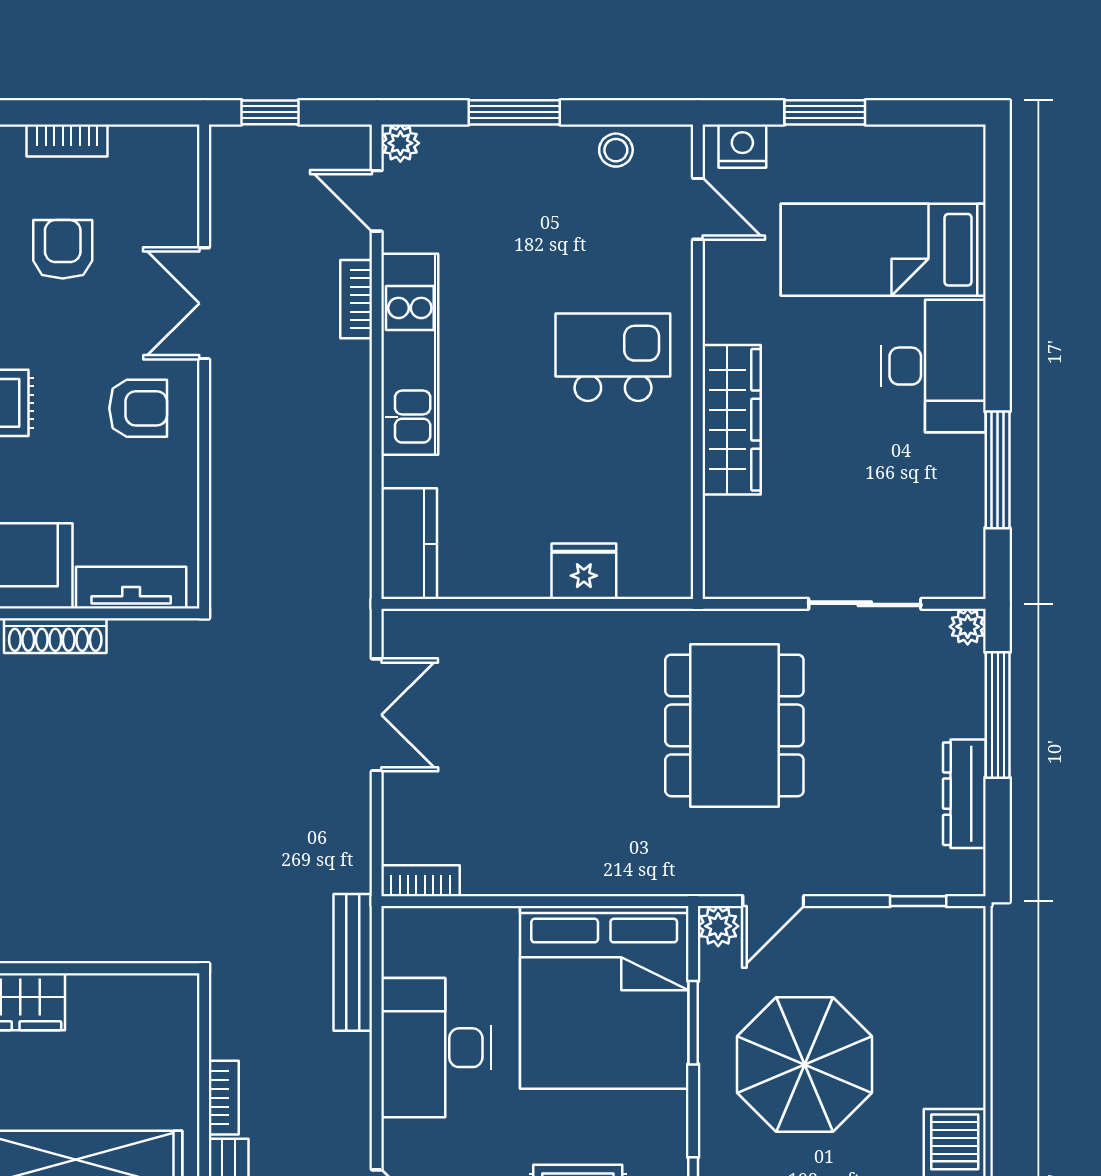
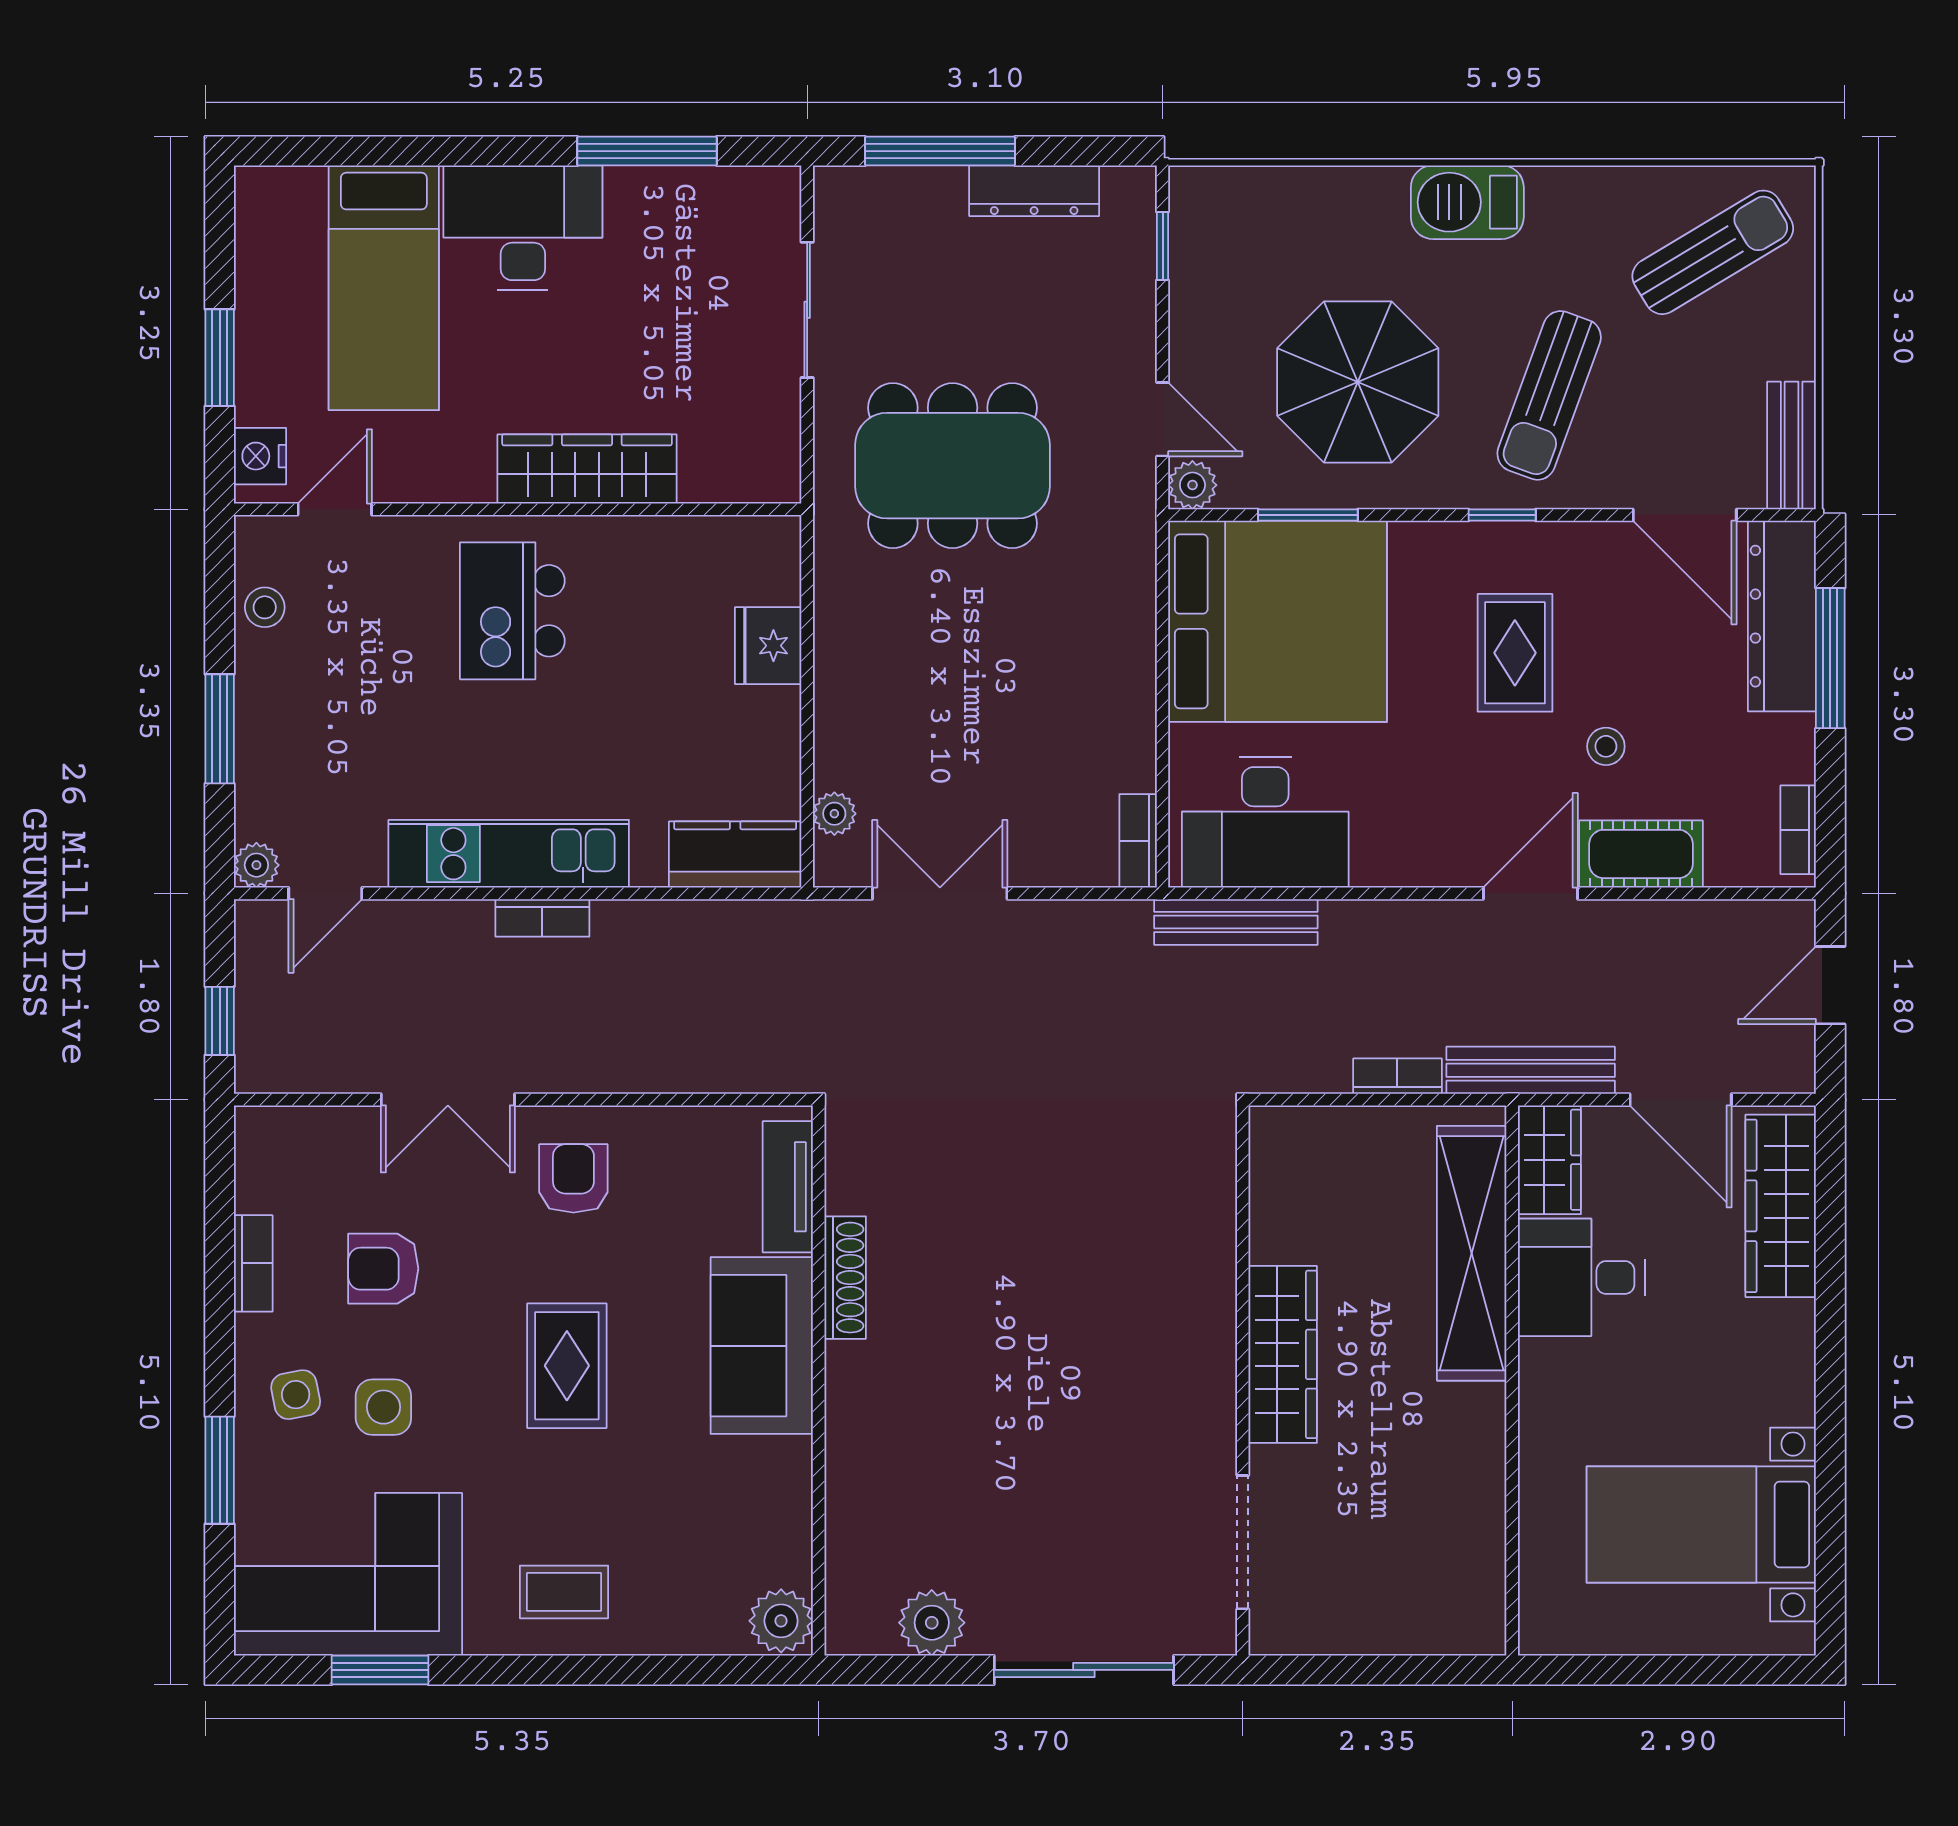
bookcase: (356, 299) -> (542, 918), moved
plant: (968, 627) -> (834, 814), moved
desk: (436, 1048) -> (1265, 822), moved

